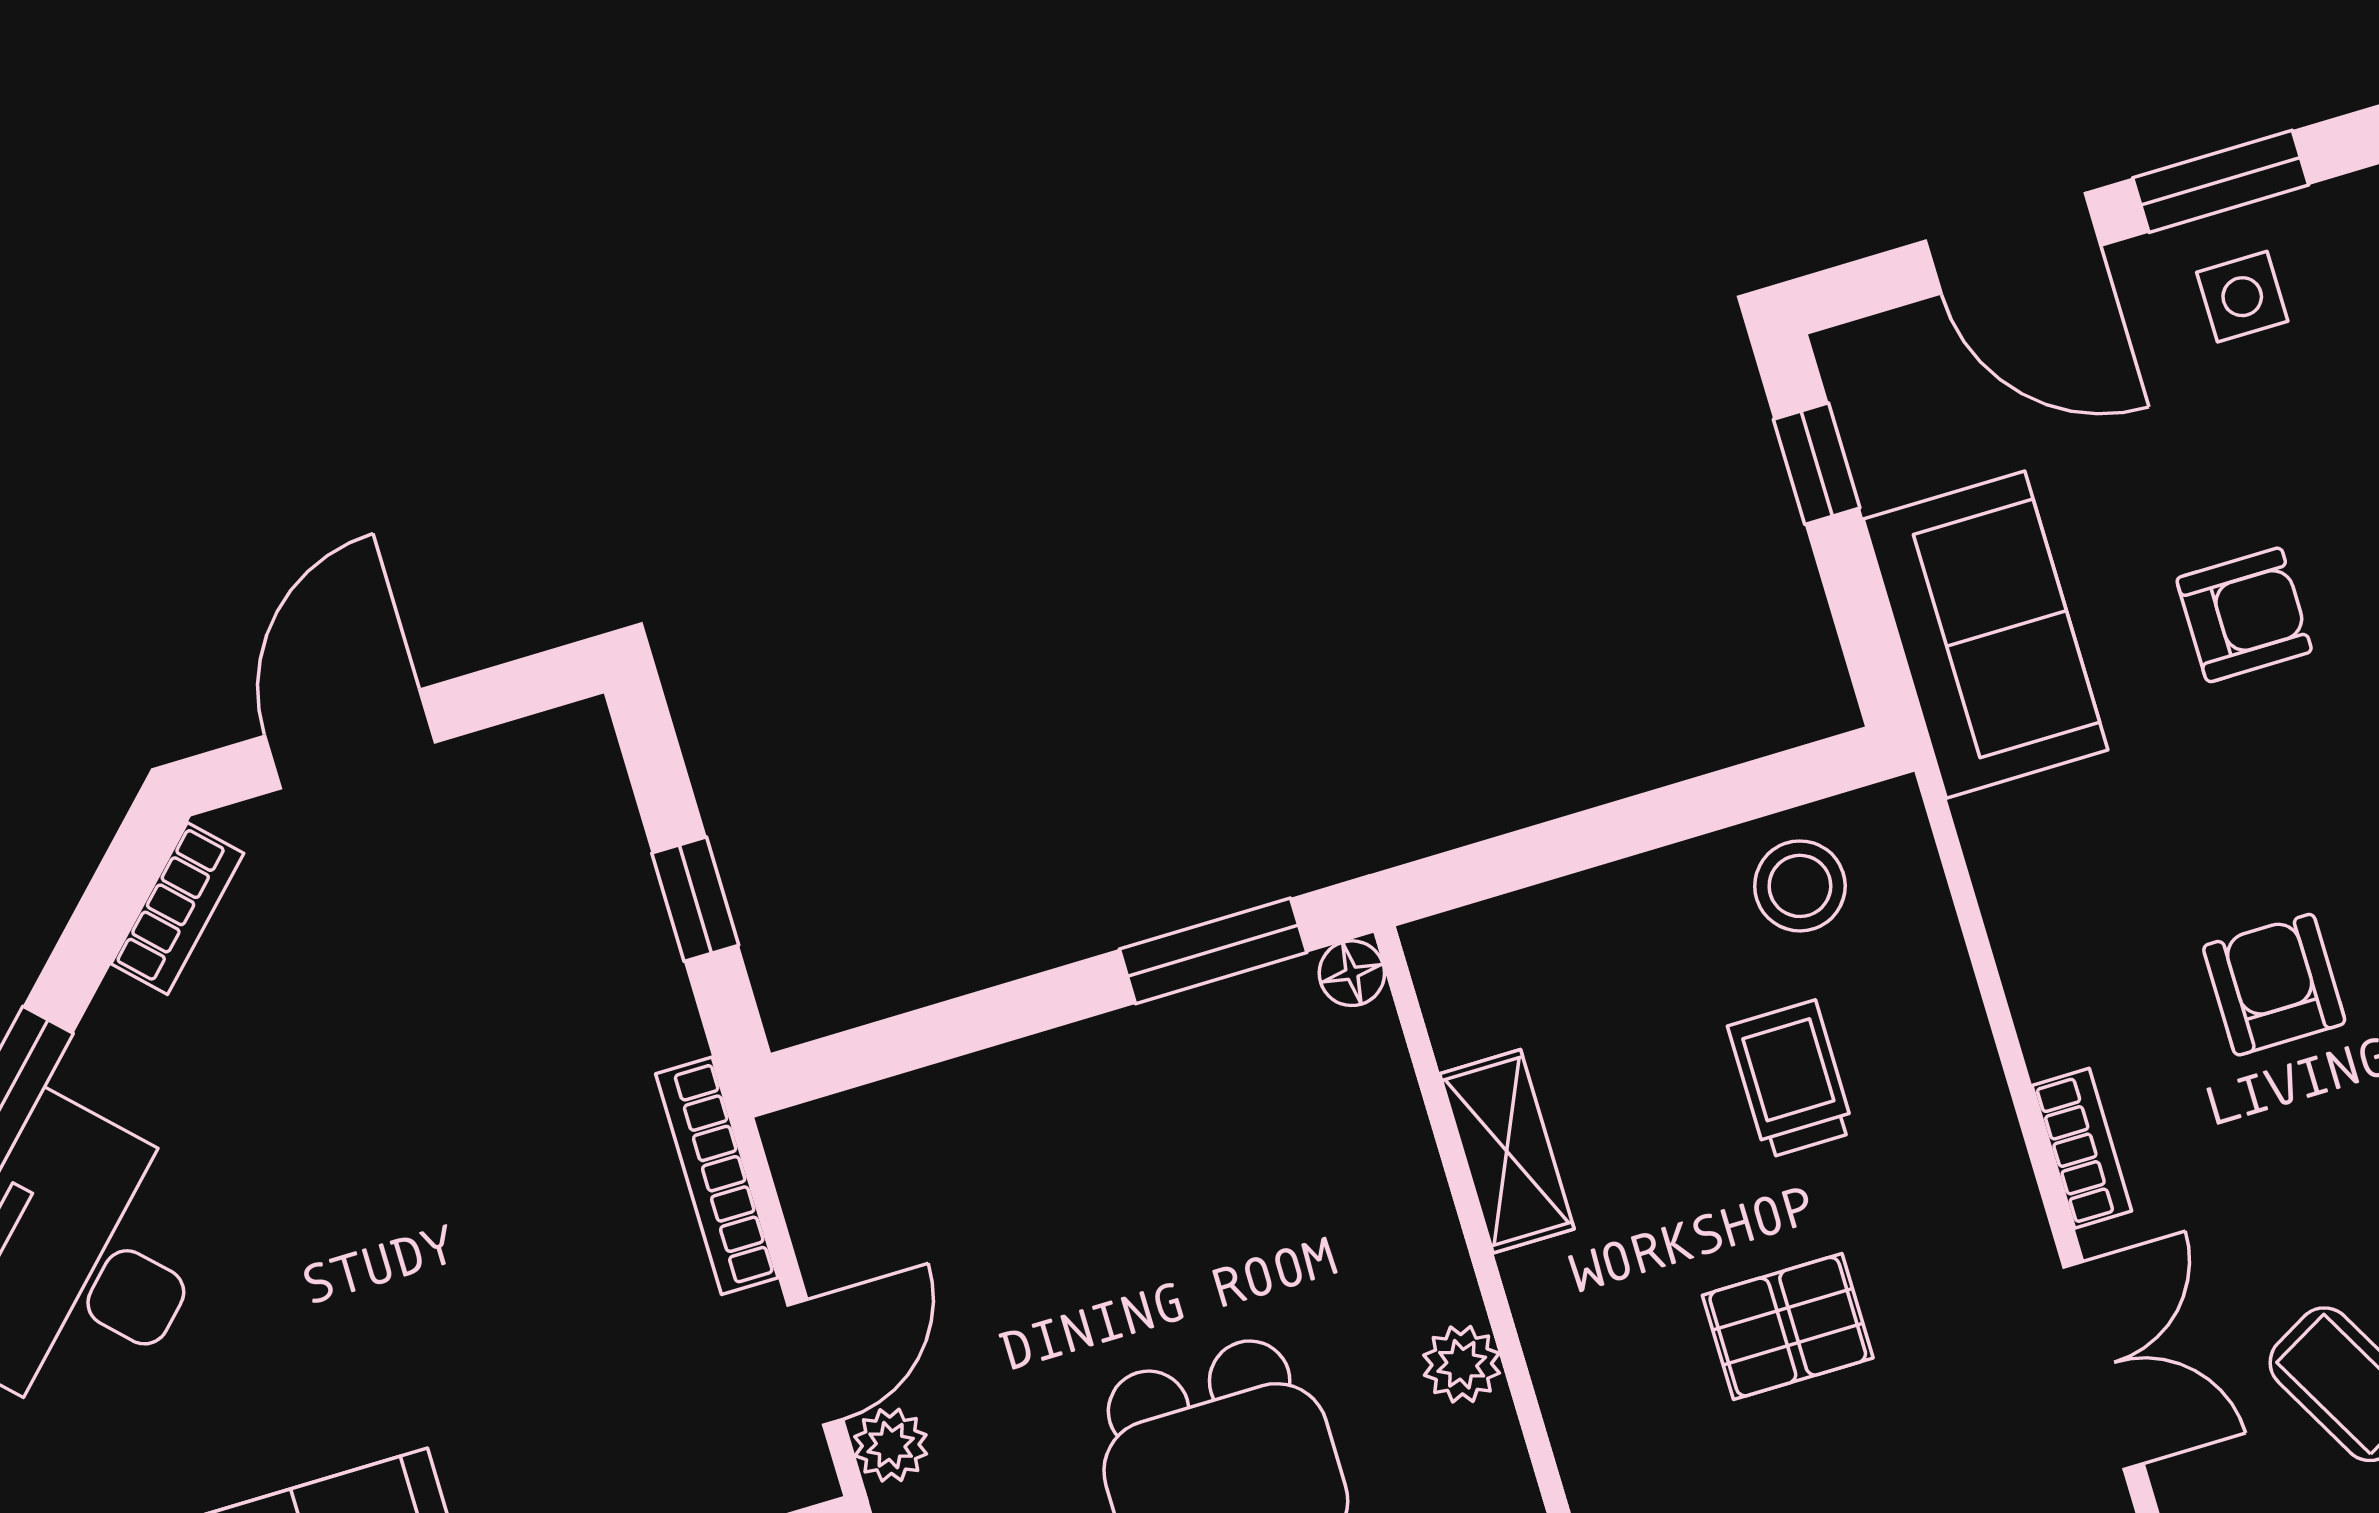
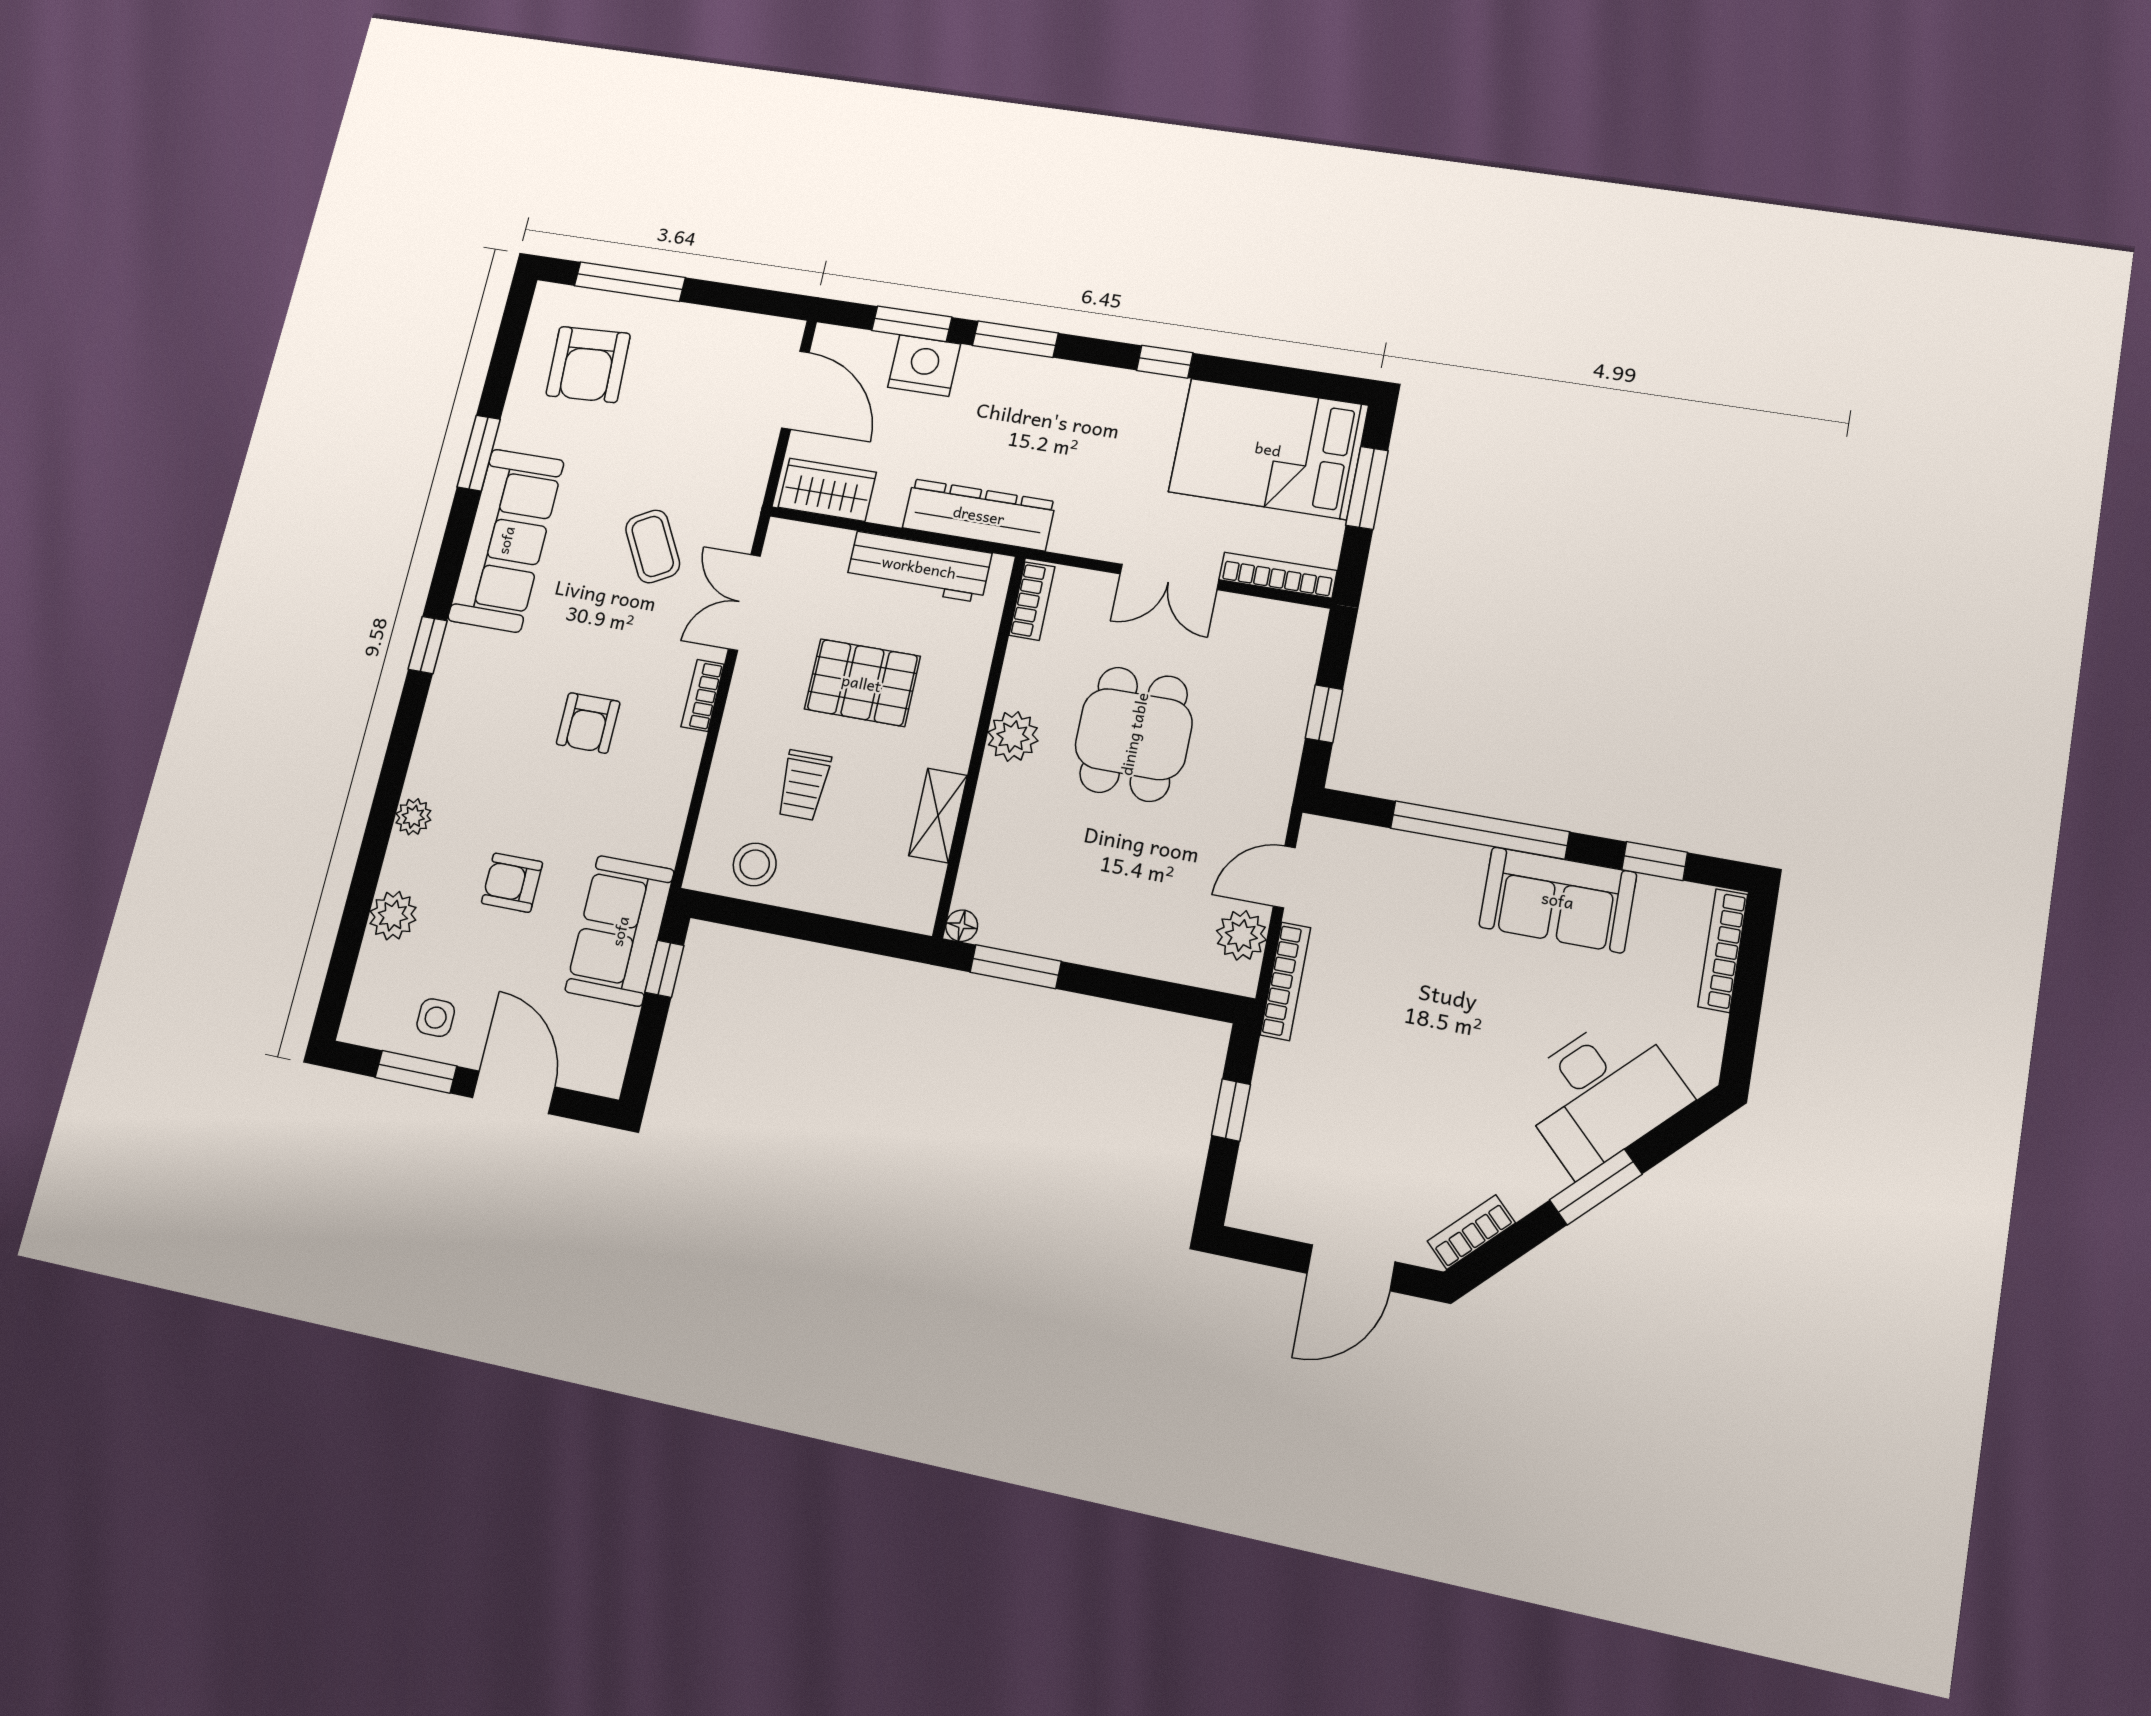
window: (1817, 464) -> (664, 969), moved
pallet: (1788, 1327) -> (862, 683), width x1.50, depth x1.42
plant: (1462, 1364) -> (1013, 736), width x1.38, depth x1.38
plant: (891, 1445) -> (1241, 935), moved, width x1.38, depth x1.38

